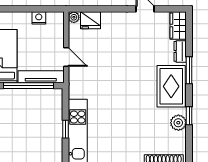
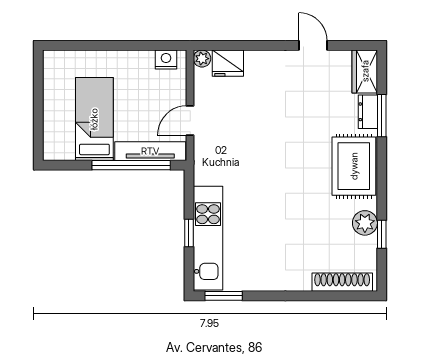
nightstand: (39, 18) -> (166, 60), moved
door: (66, 57) -> (190, 120), swing flipped
window: (189, 70) -> (382, 116), moved
window: (189, 116) -> (382, 234), moved

